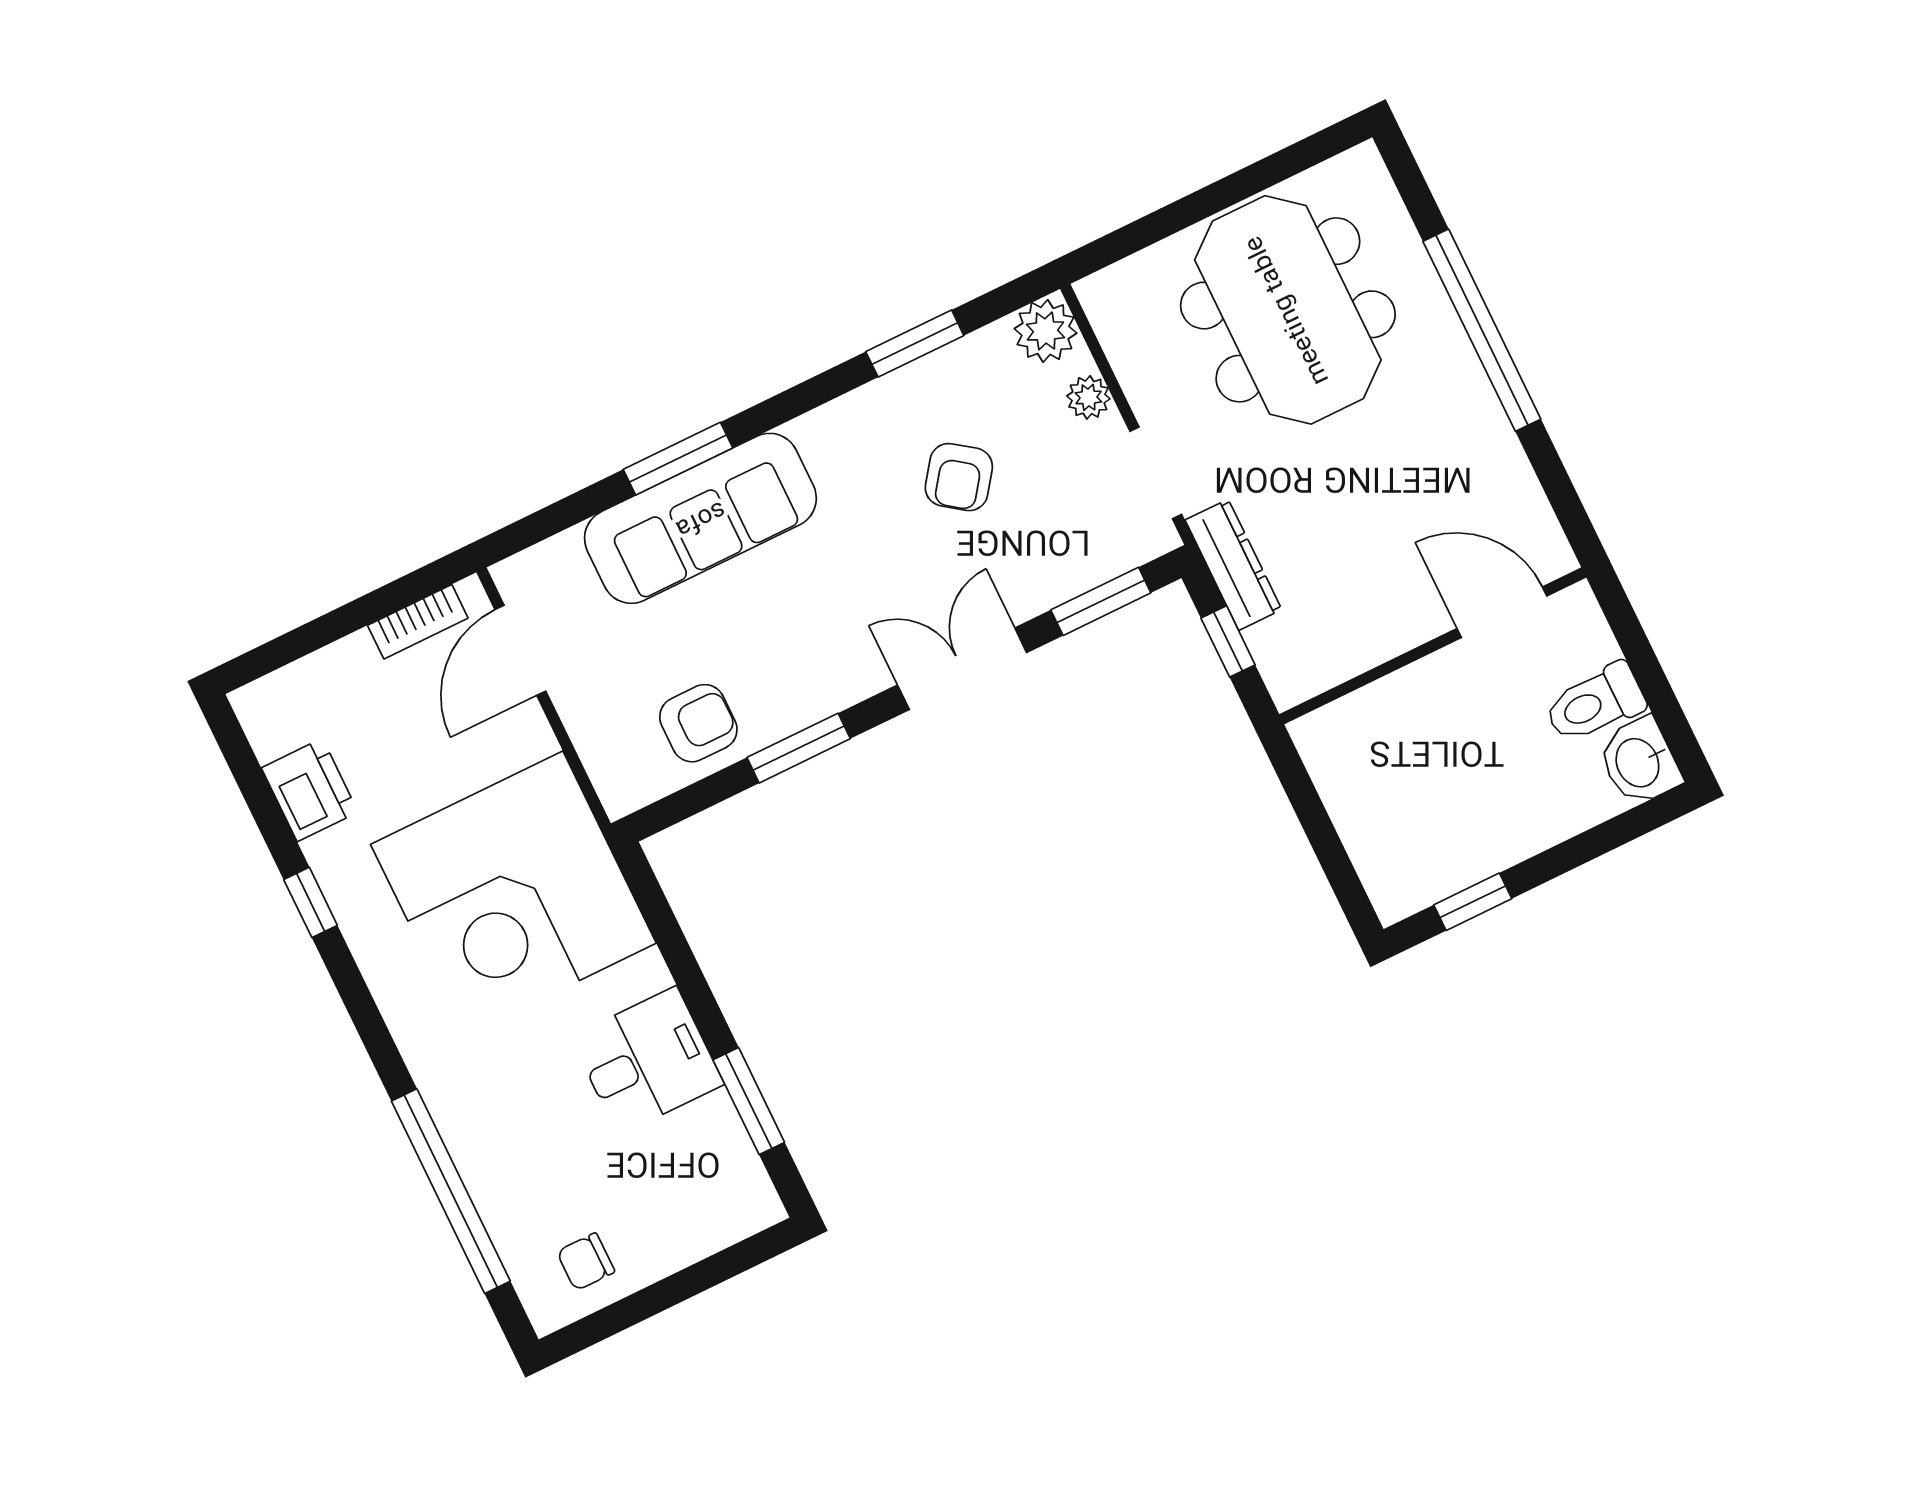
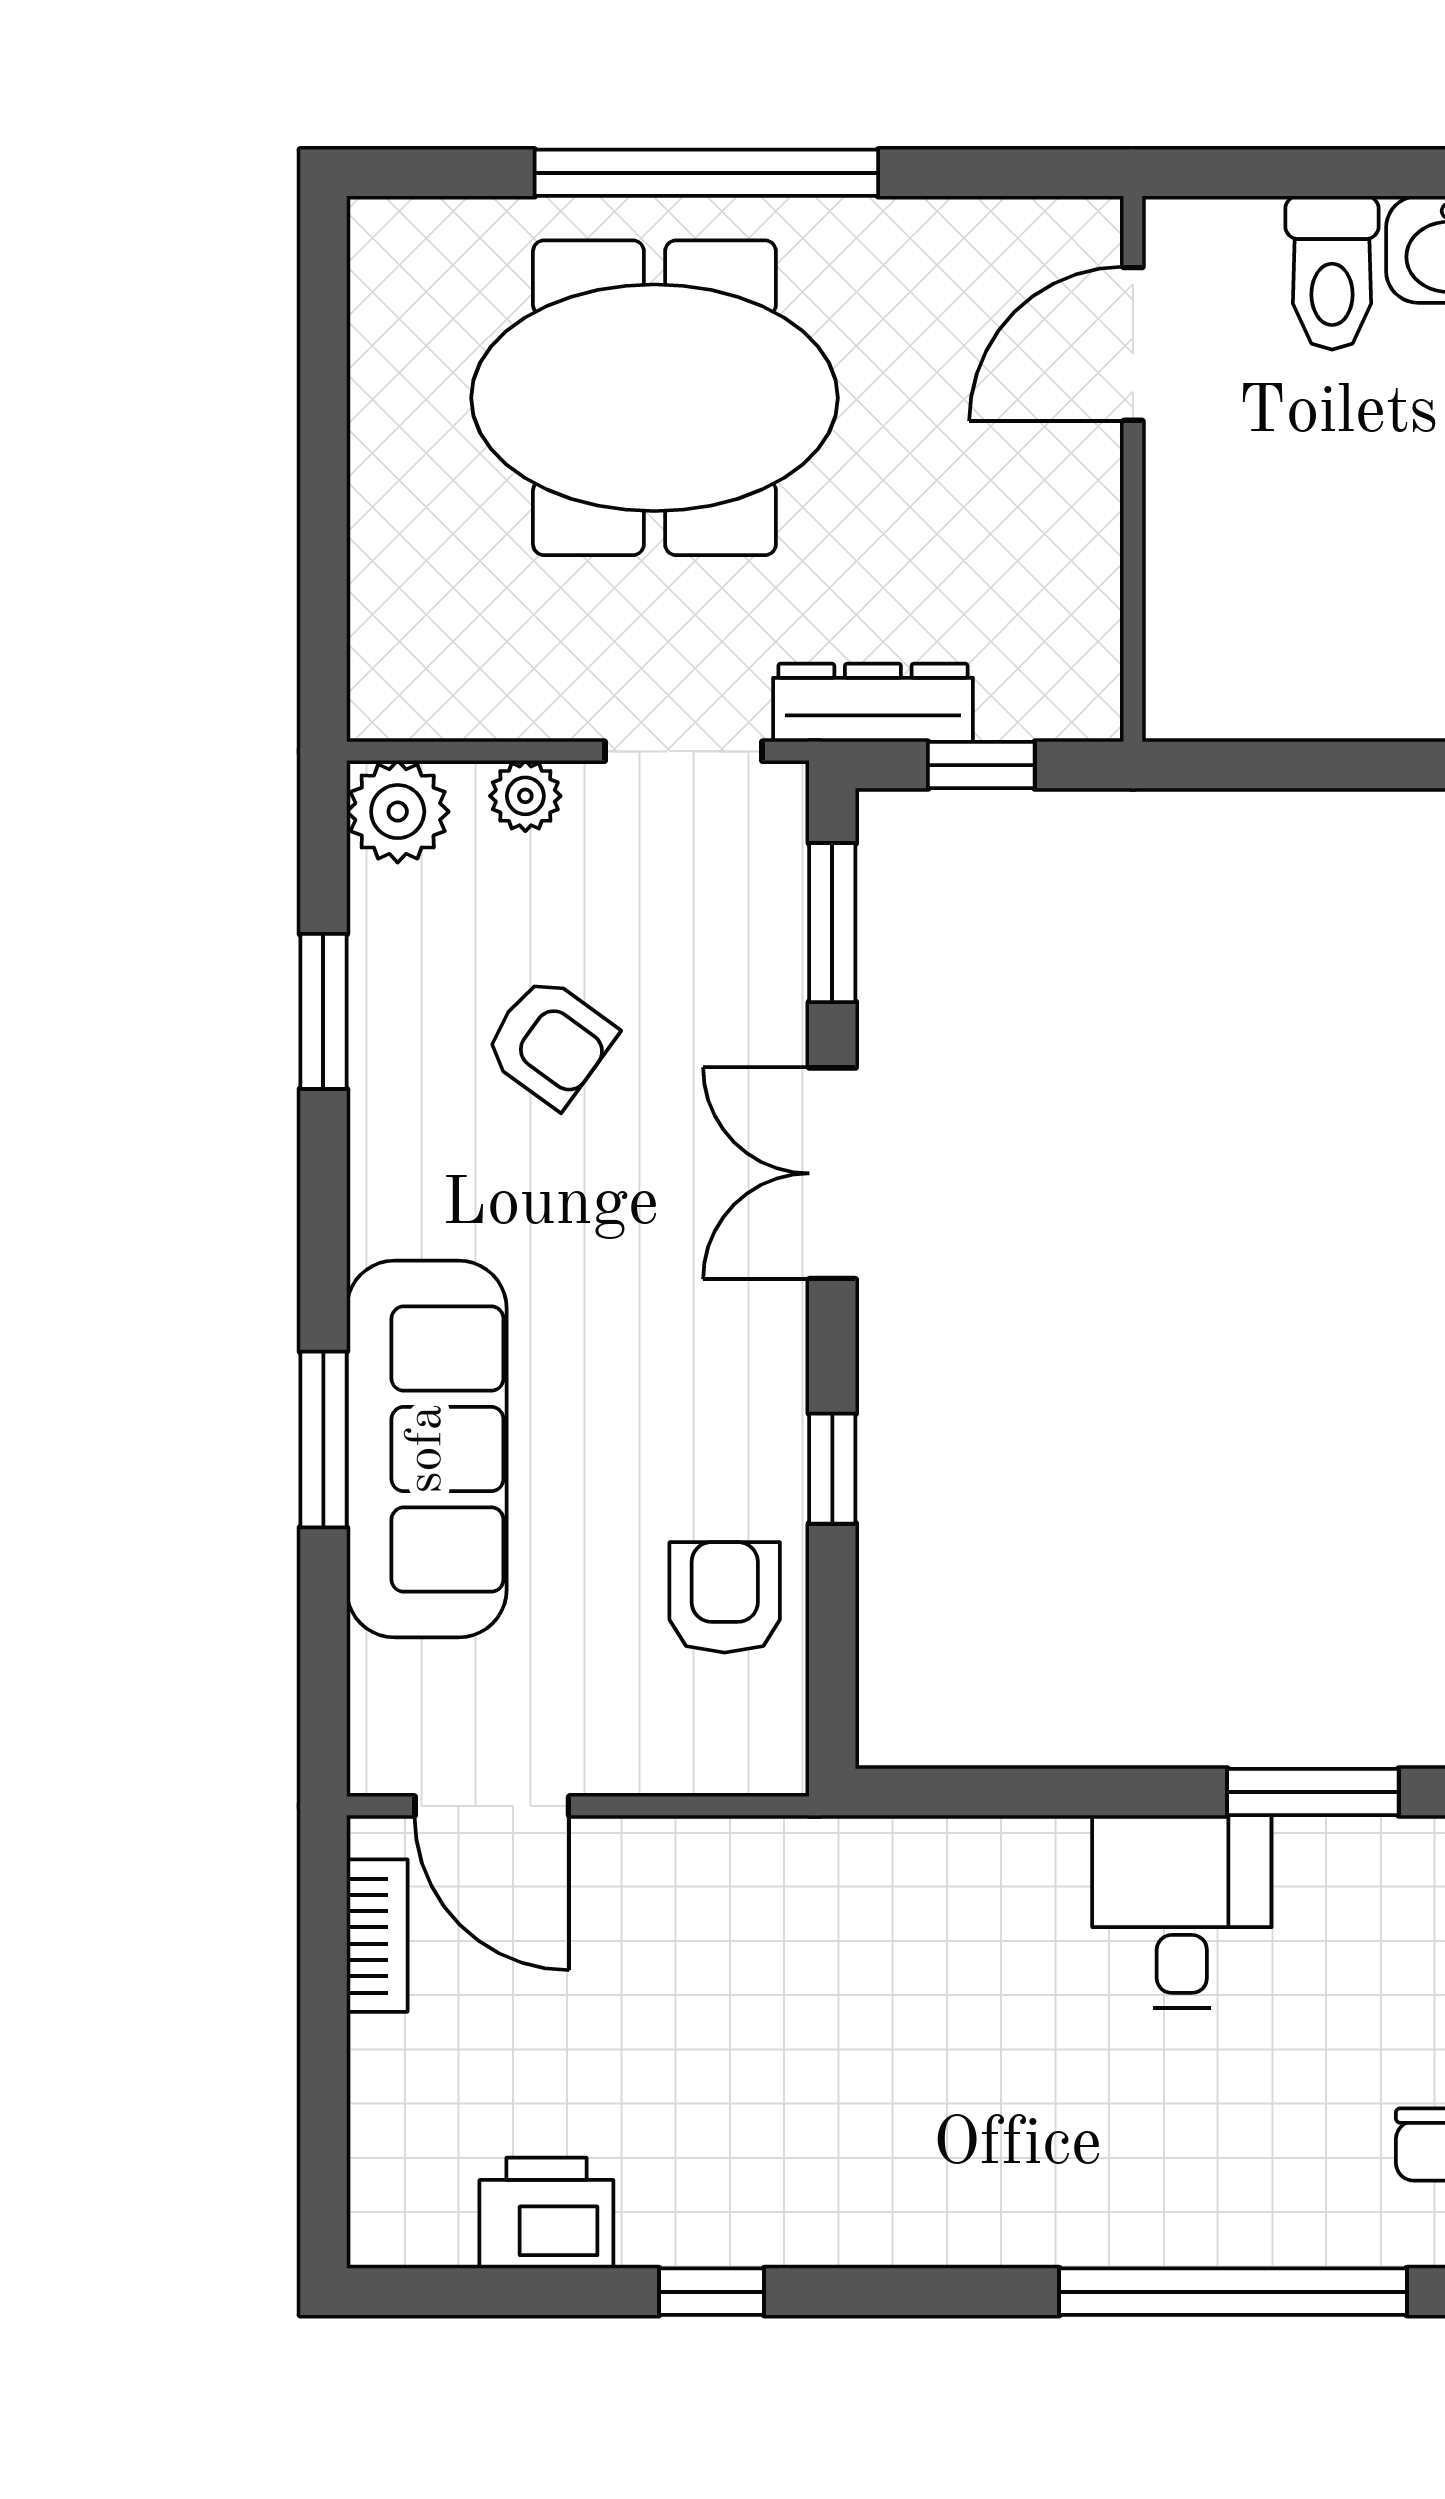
meeting table: (1288, 310) -> (654, 398), moved
window: (799, 748) -> (832, 1469), width x0.67
corner desk: (513, 894) -> (843, 1989), removed

